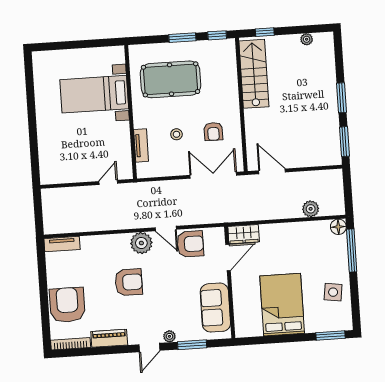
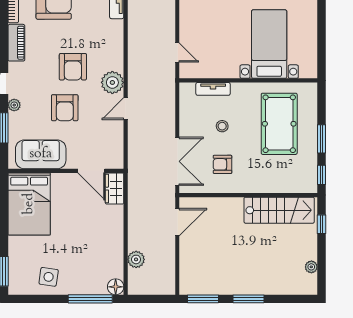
armchair: (190, 244) -> (65, 108), moved
bed: (282, 305) -> (29, 204), moved, turned 90

